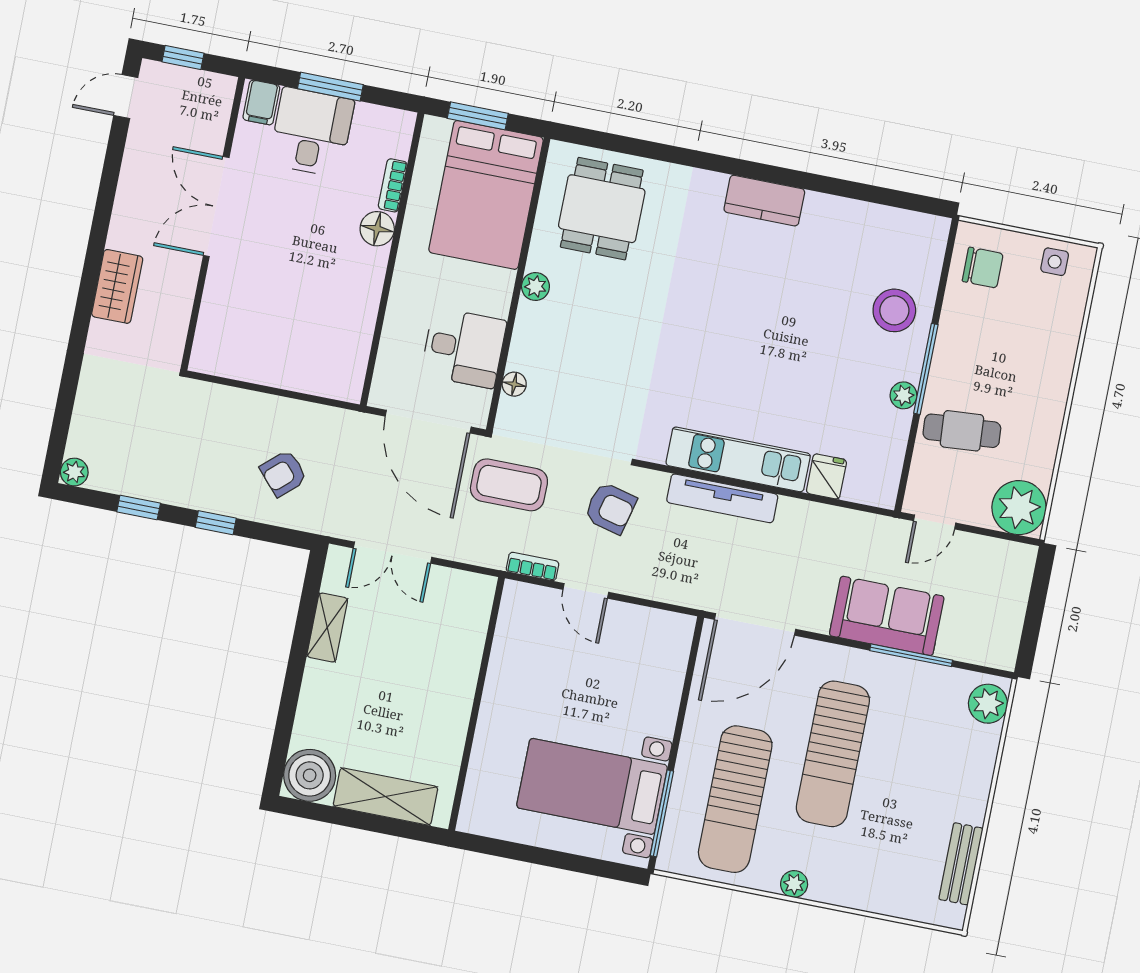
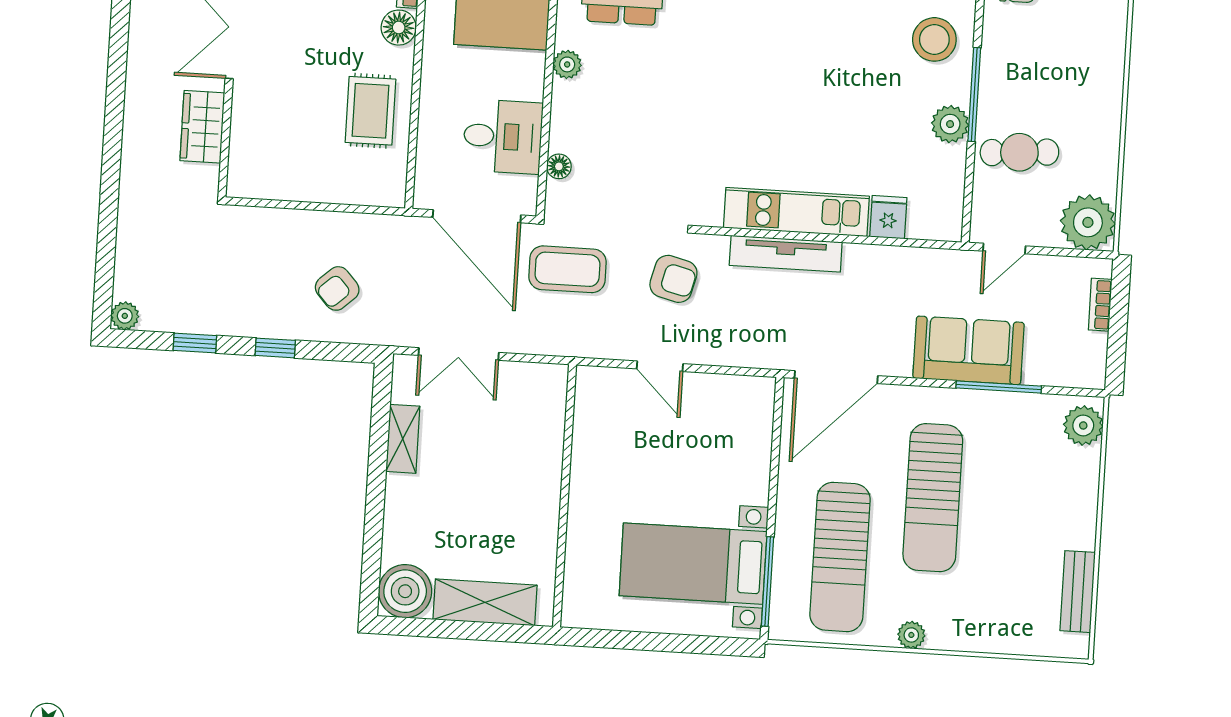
wardrobe: (117, 286) -> (202, 127), moved, turned 180
rug: (339, 306) -> (370, 111), added
plant: (903, 395) -> (950, 124), width x1.38, depth x1.38
bookcase: (532, 567) -> (1100, 305), moved, turned -90

